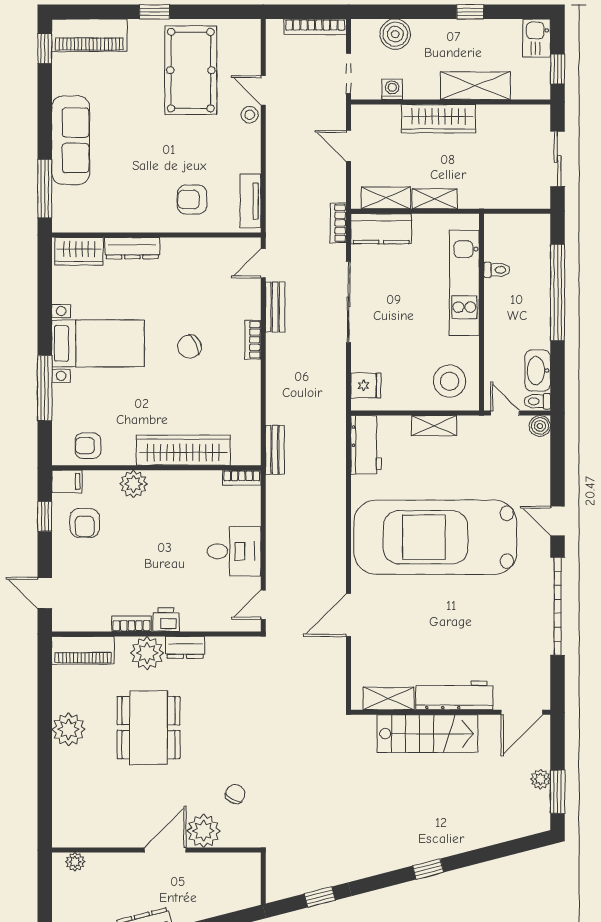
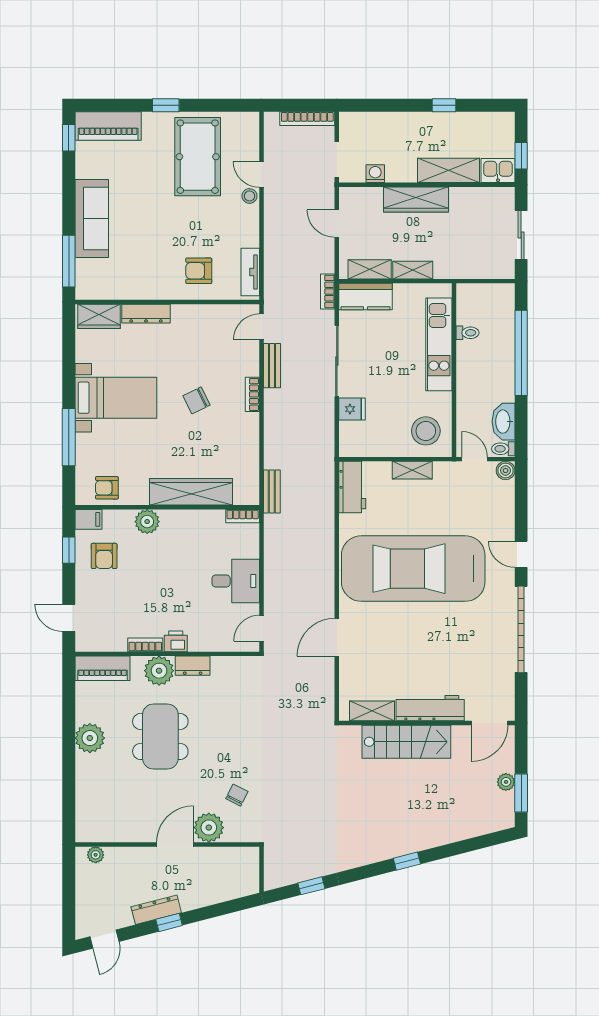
boiler: (395, 34) -> (378, 125), removed
kitchen sink: (537, 38) -> (498, 171), moved, turned 90
fridge: (366, 385) -> (352, 409), moved

